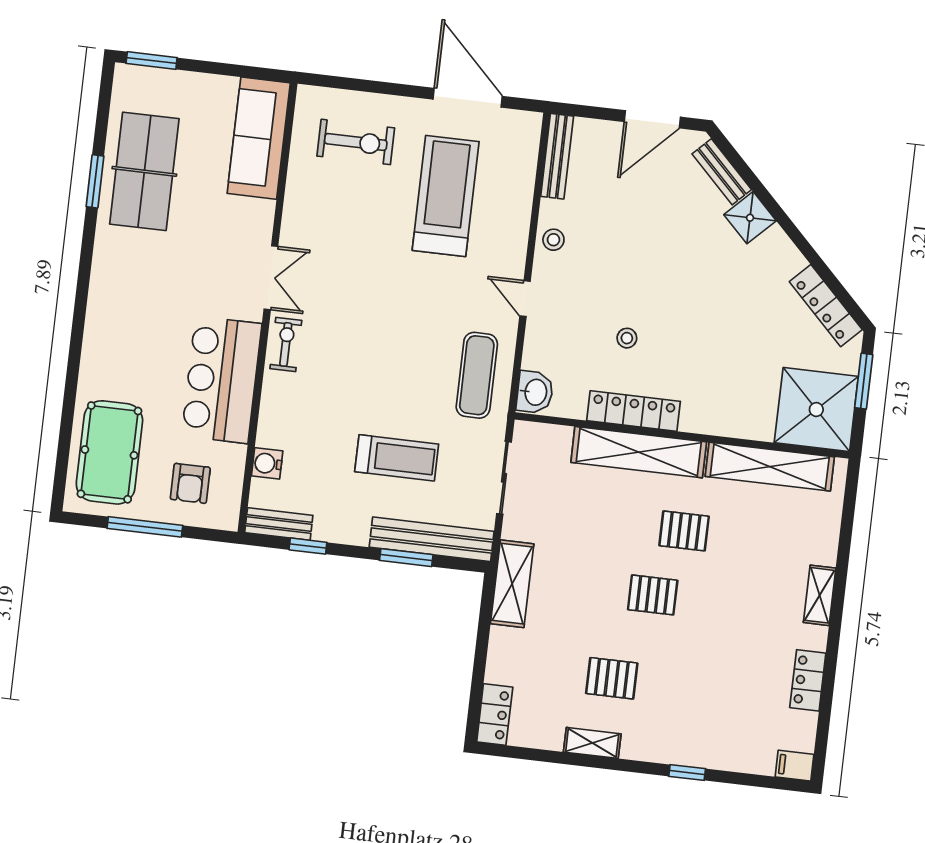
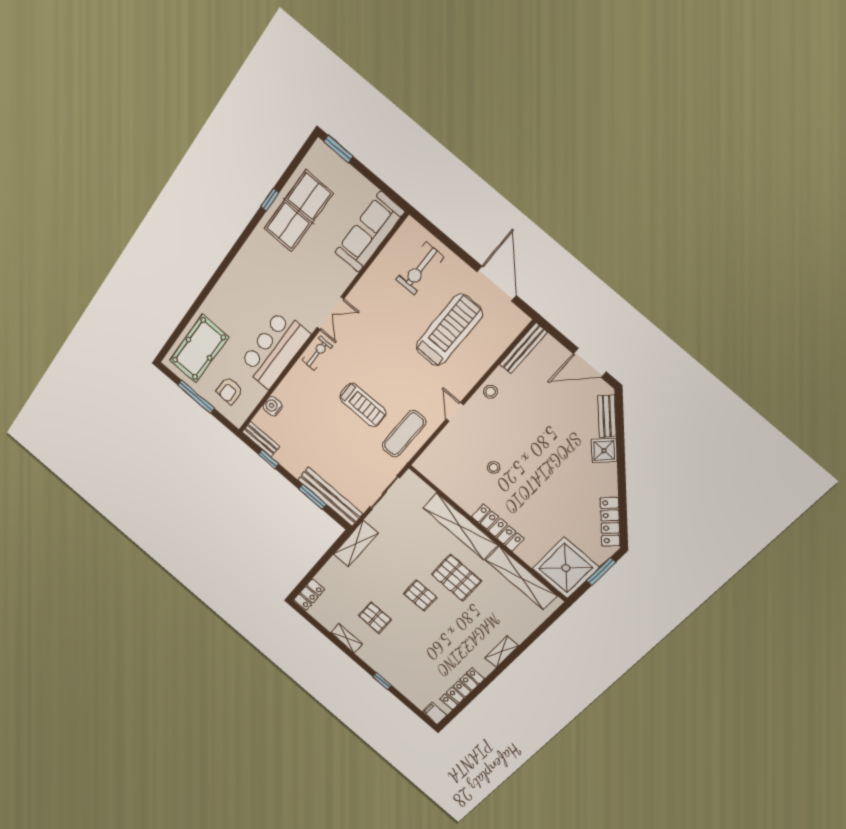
exercise bike: (356, 142) -> (420, 269), turned 90
window: (95, 181) -> (270, 200), width x0.67
washbasin: (535, 392) -> (428, 462), removed
locker: (633, 411) -> (498, 528), moved
treadmill: (397, 458) -> (363, 405), moved
pallet: (684, 531) -> (456, 578), width x1.50, depth x1.42
locker: (808, 680) -> (462, 689), width x1.53

